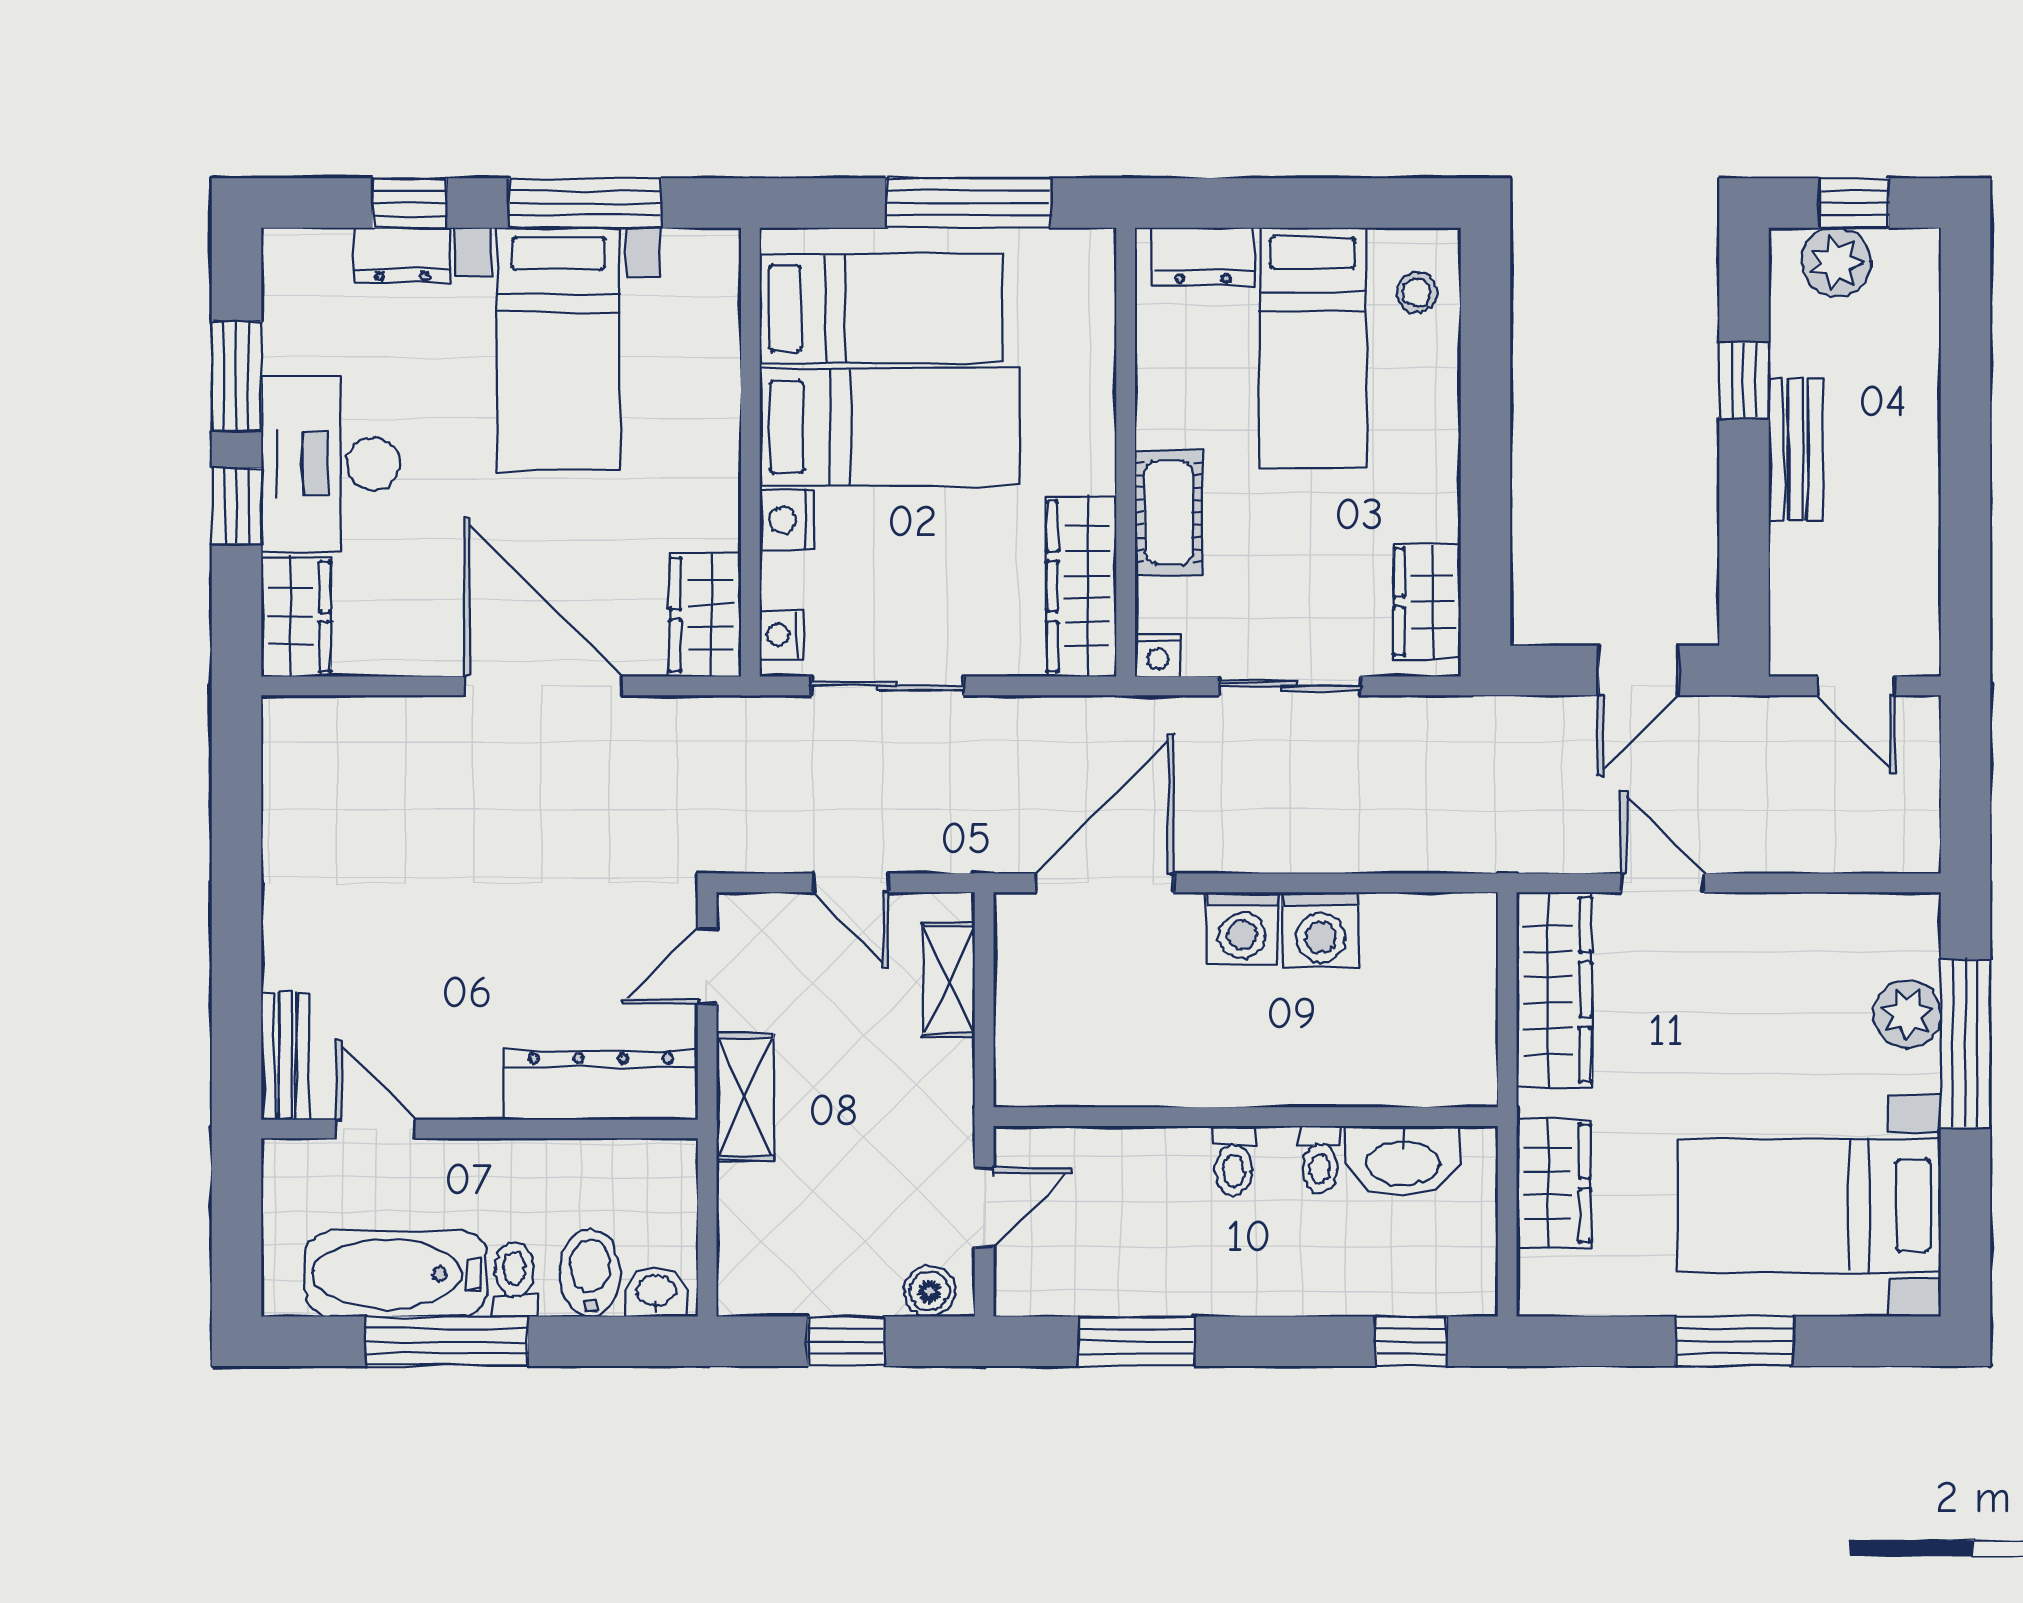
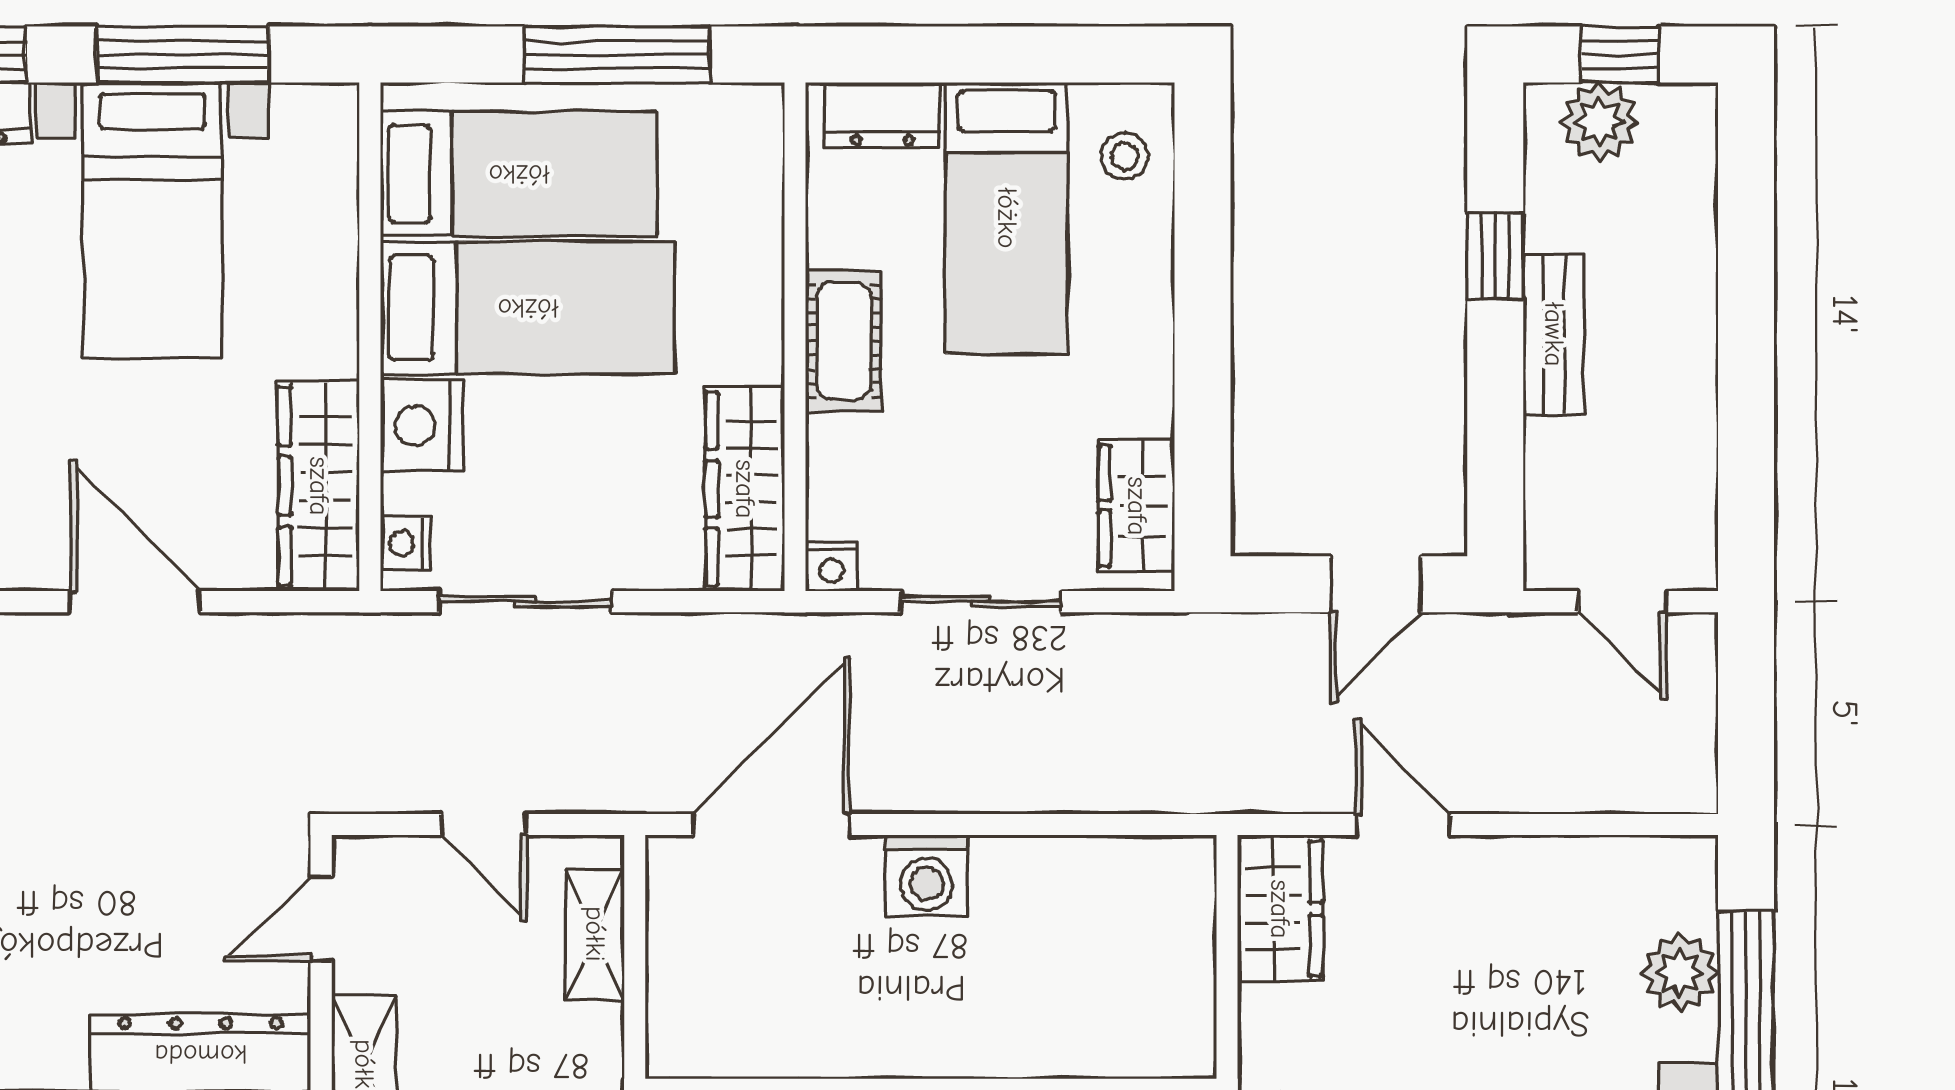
cot: (1169, 512) -> (844, 341), moved
nightstand: (787, 520) -> (422, 426), width x1.36, depth x1.33
wardrobe: (705, 615) -> (319, 486), width x1.50
door: (543, 686) -> (135, 602), width x0.73
washing machine: (1321, 930) -> (1016, 878), removed
wardrobe: (1554, 990) -> (1280, 909), width x0.67

